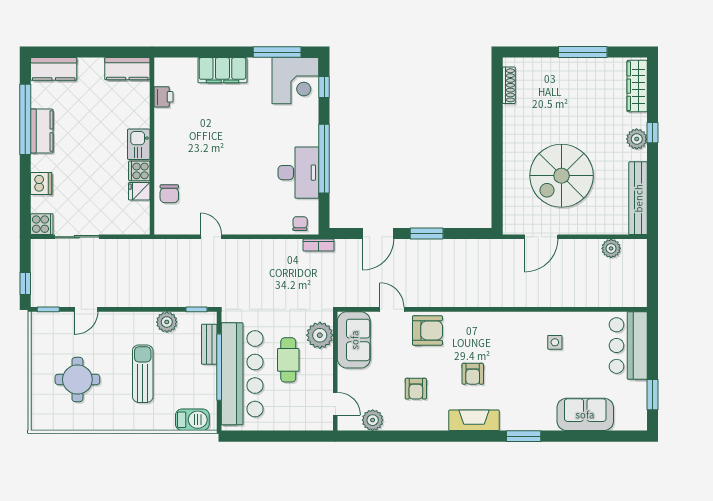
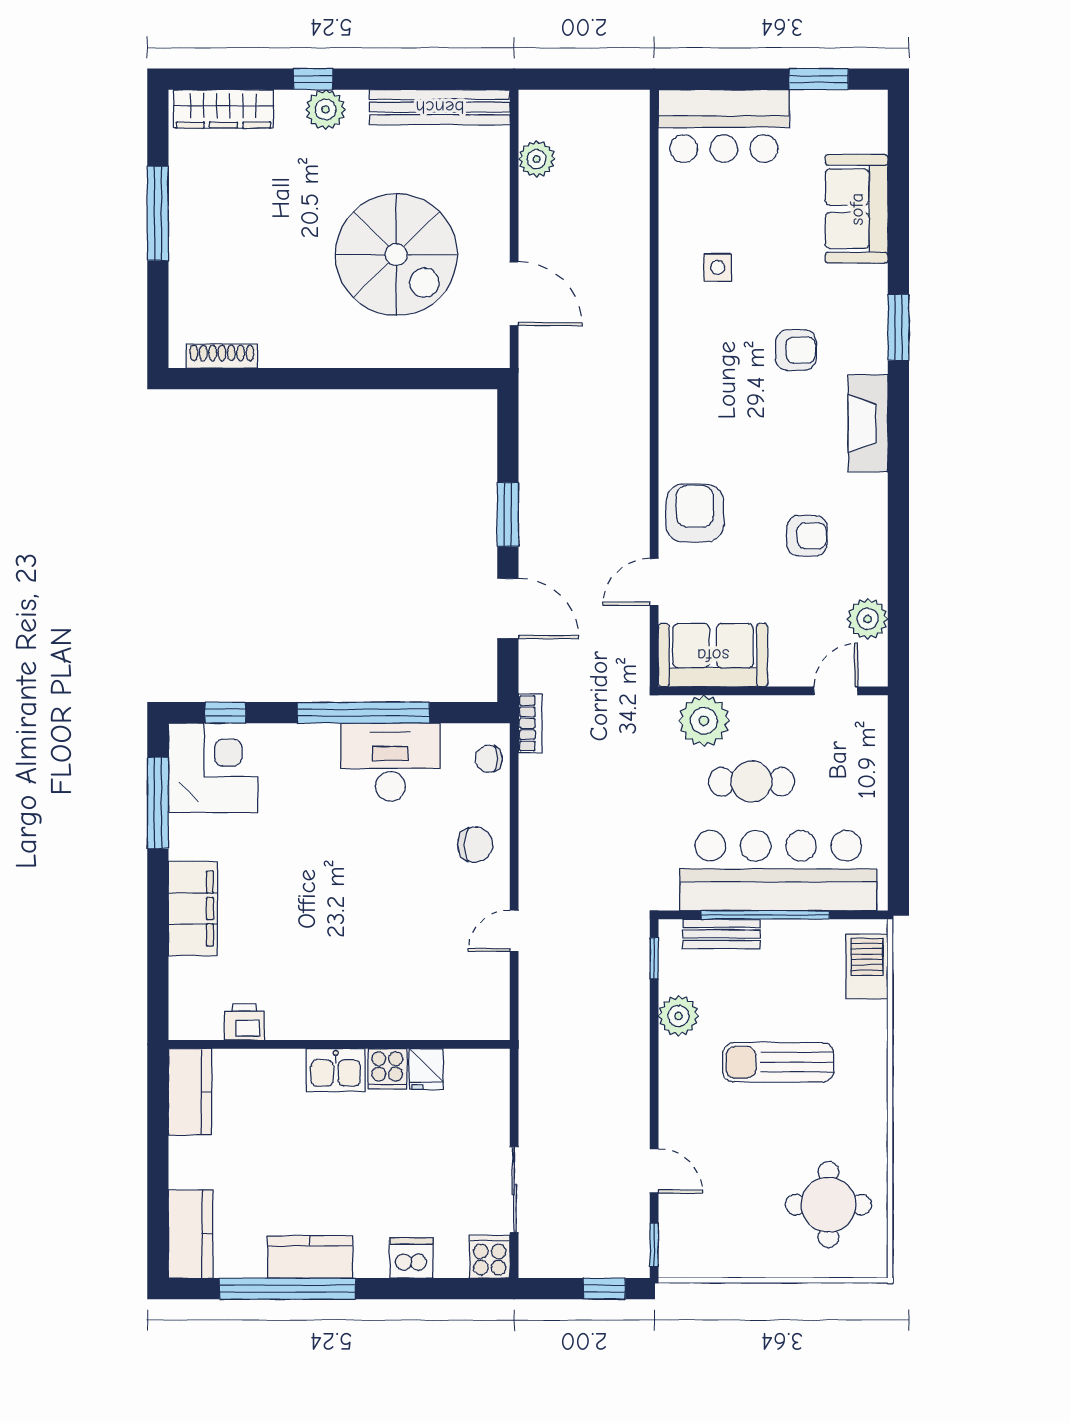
chair: (169, 194) -> (475, 845), moved
armchair: (473, 374) -> (796, 350), moved
round table: (77, 379) -> (828, 1205), moved

